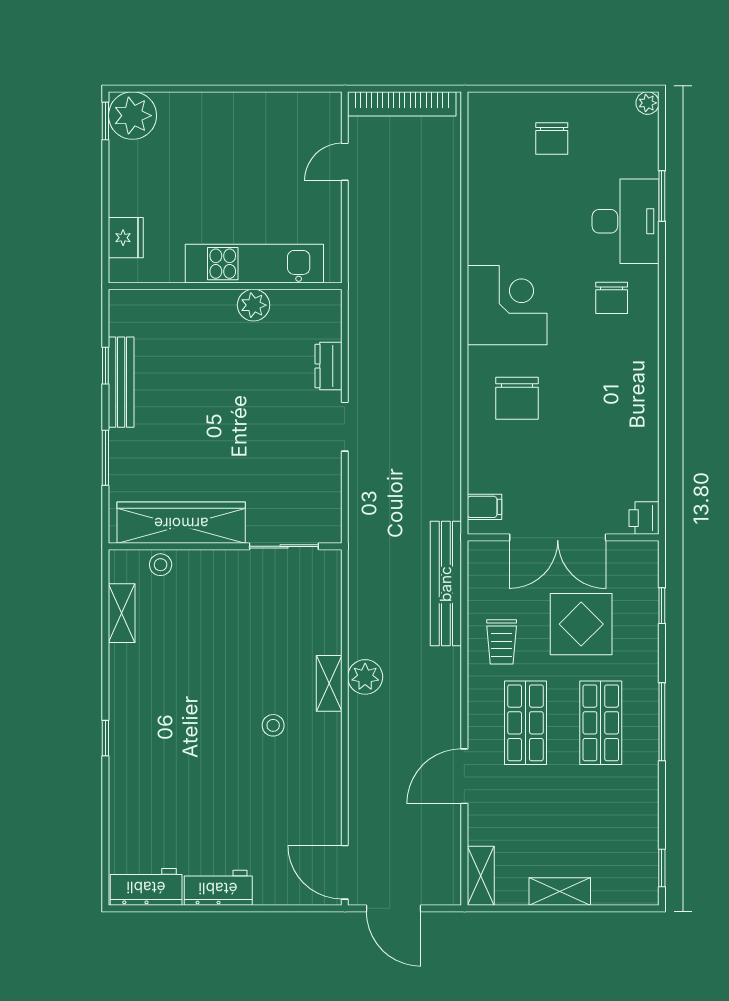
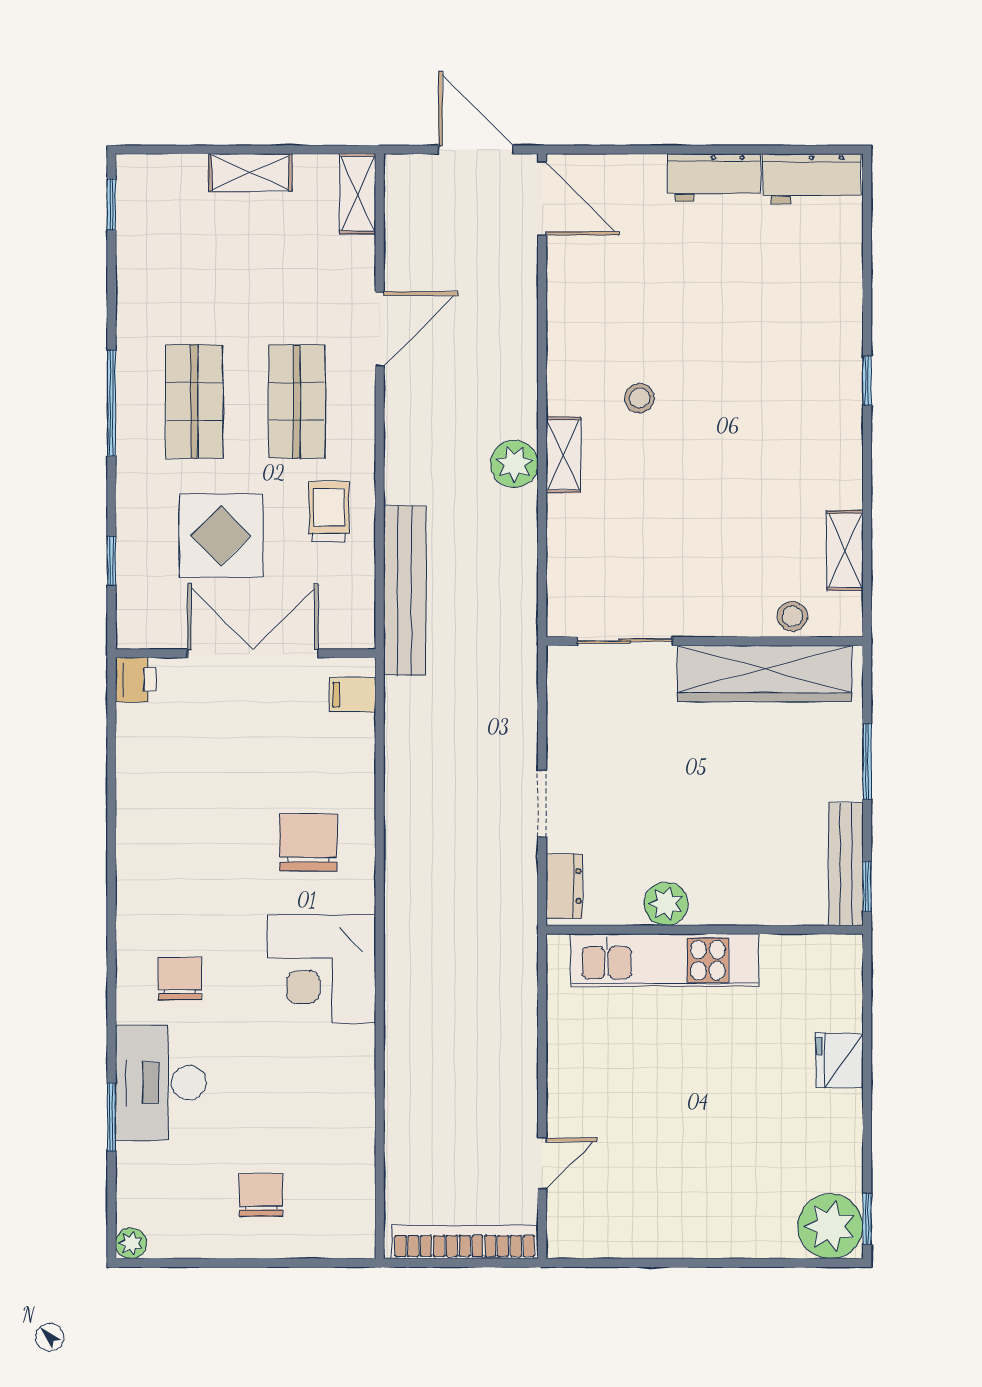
kitchen unit: (254, 264) -> (665, 960), moved
wall: (225, 286) -> (705, 930), moved
plant: (254, 305) -> (666, 904), moved

